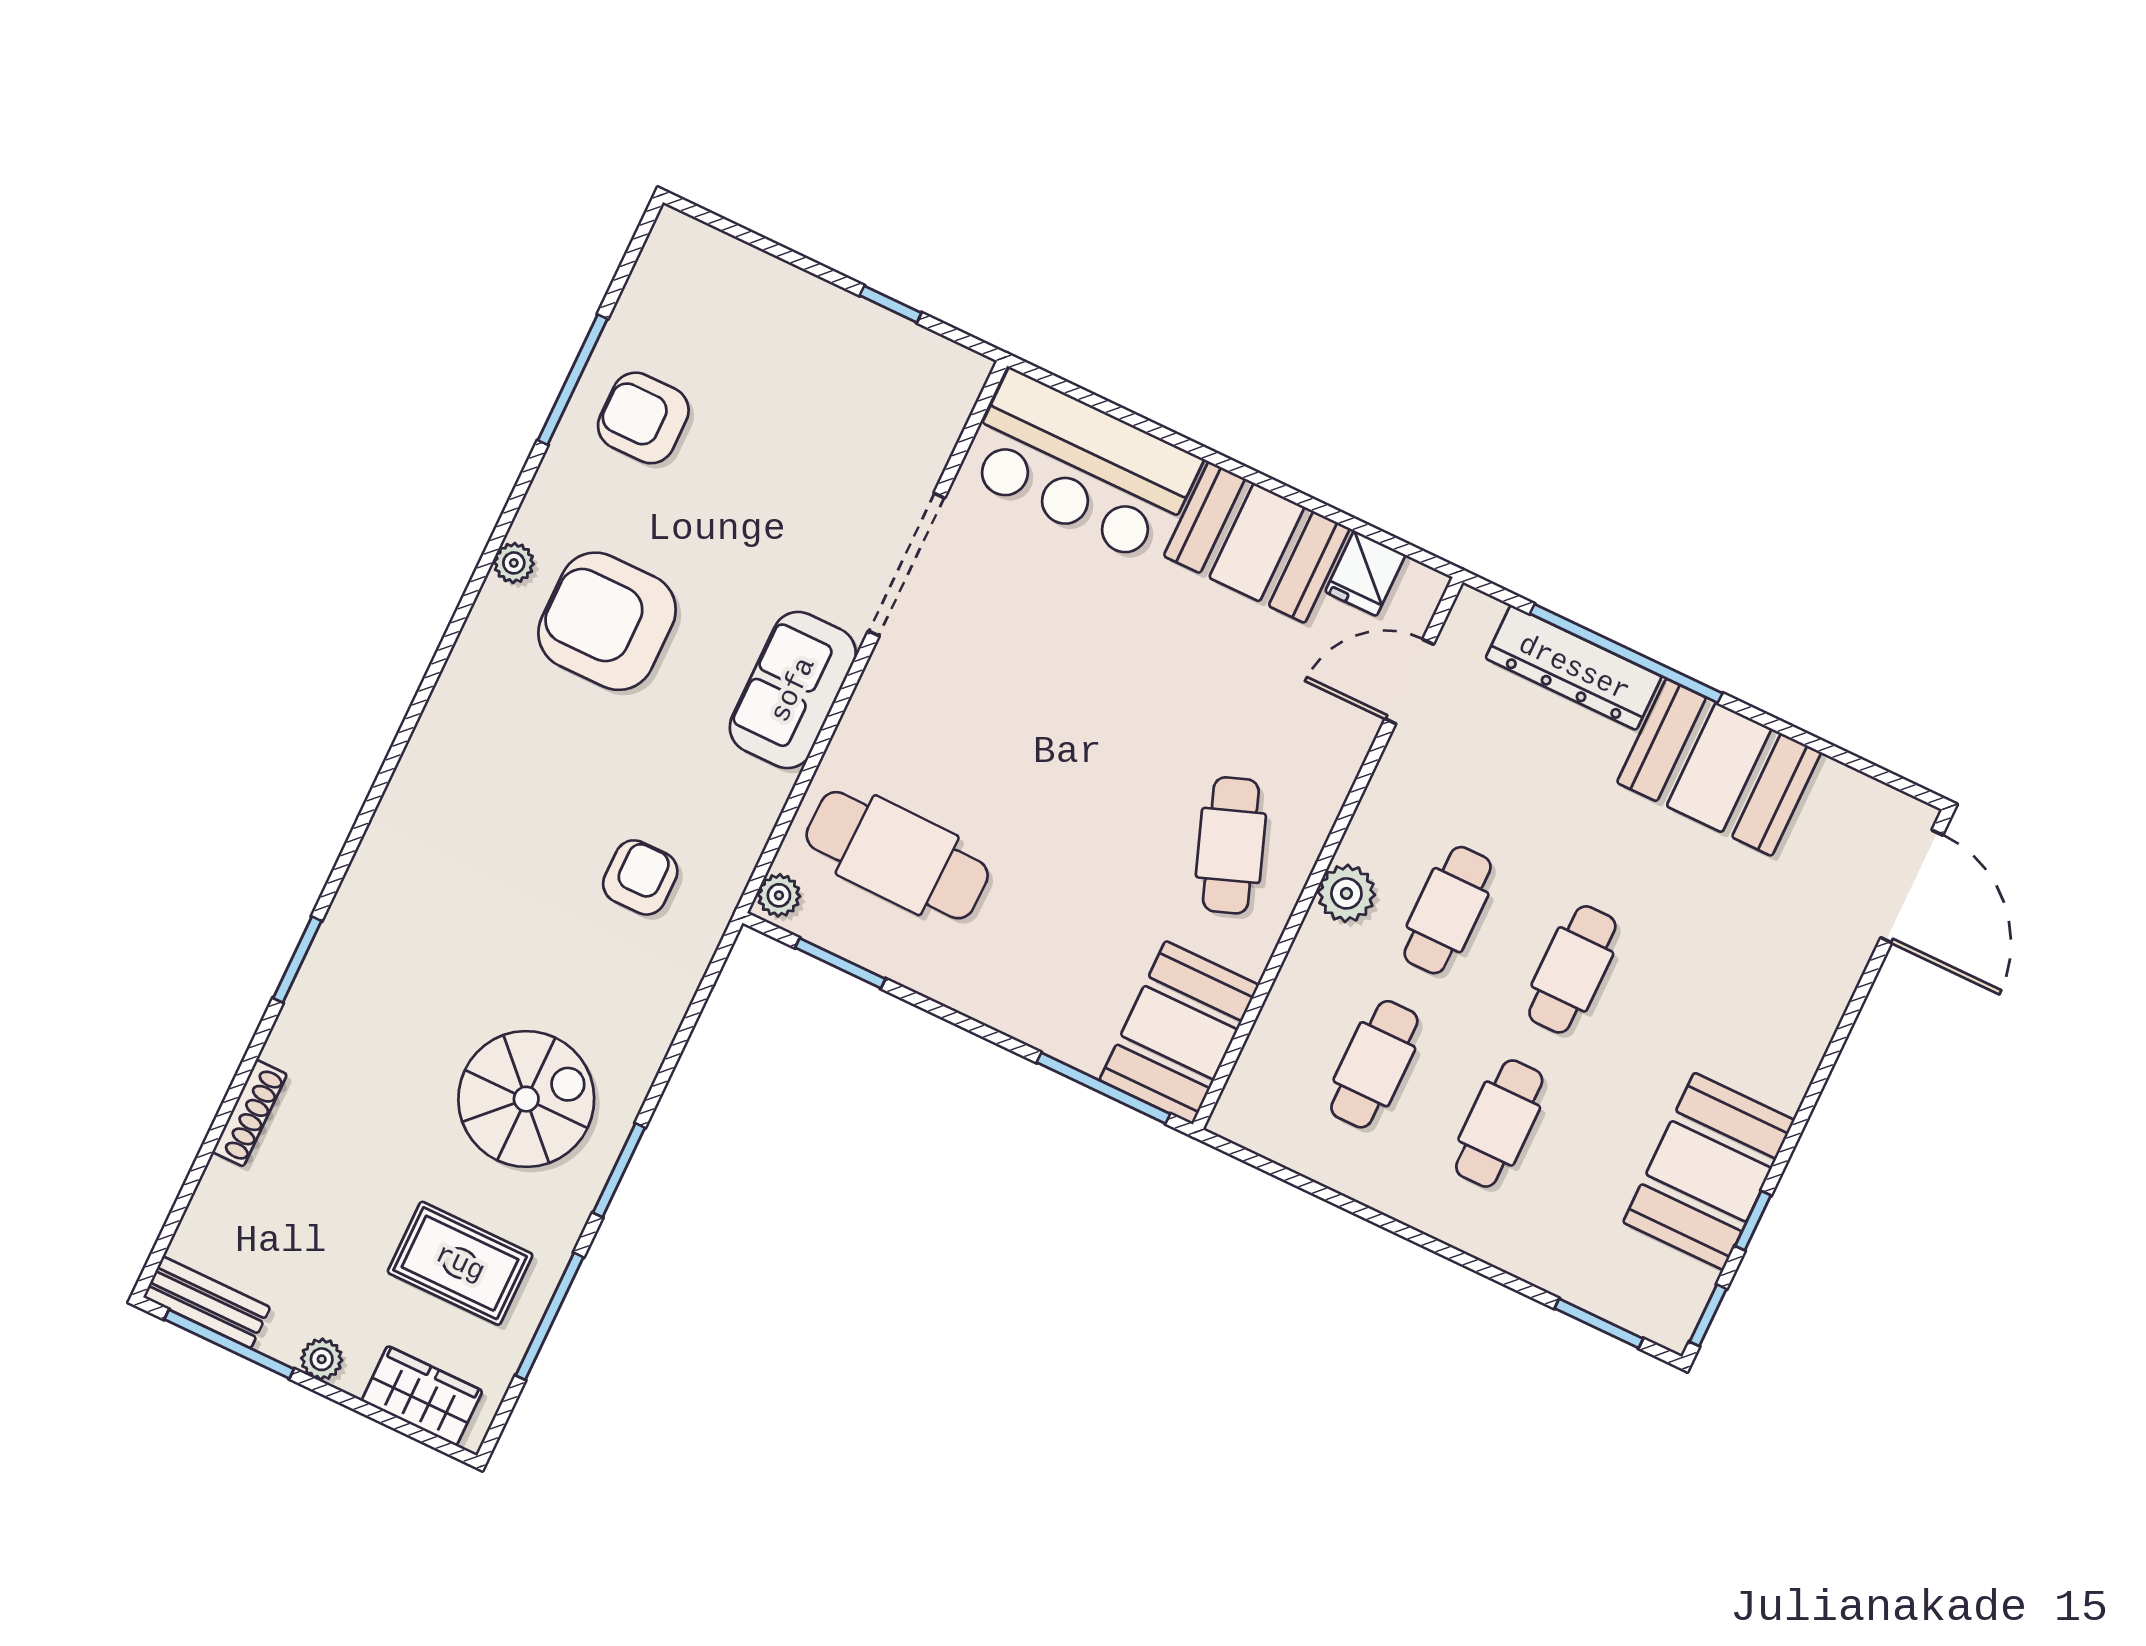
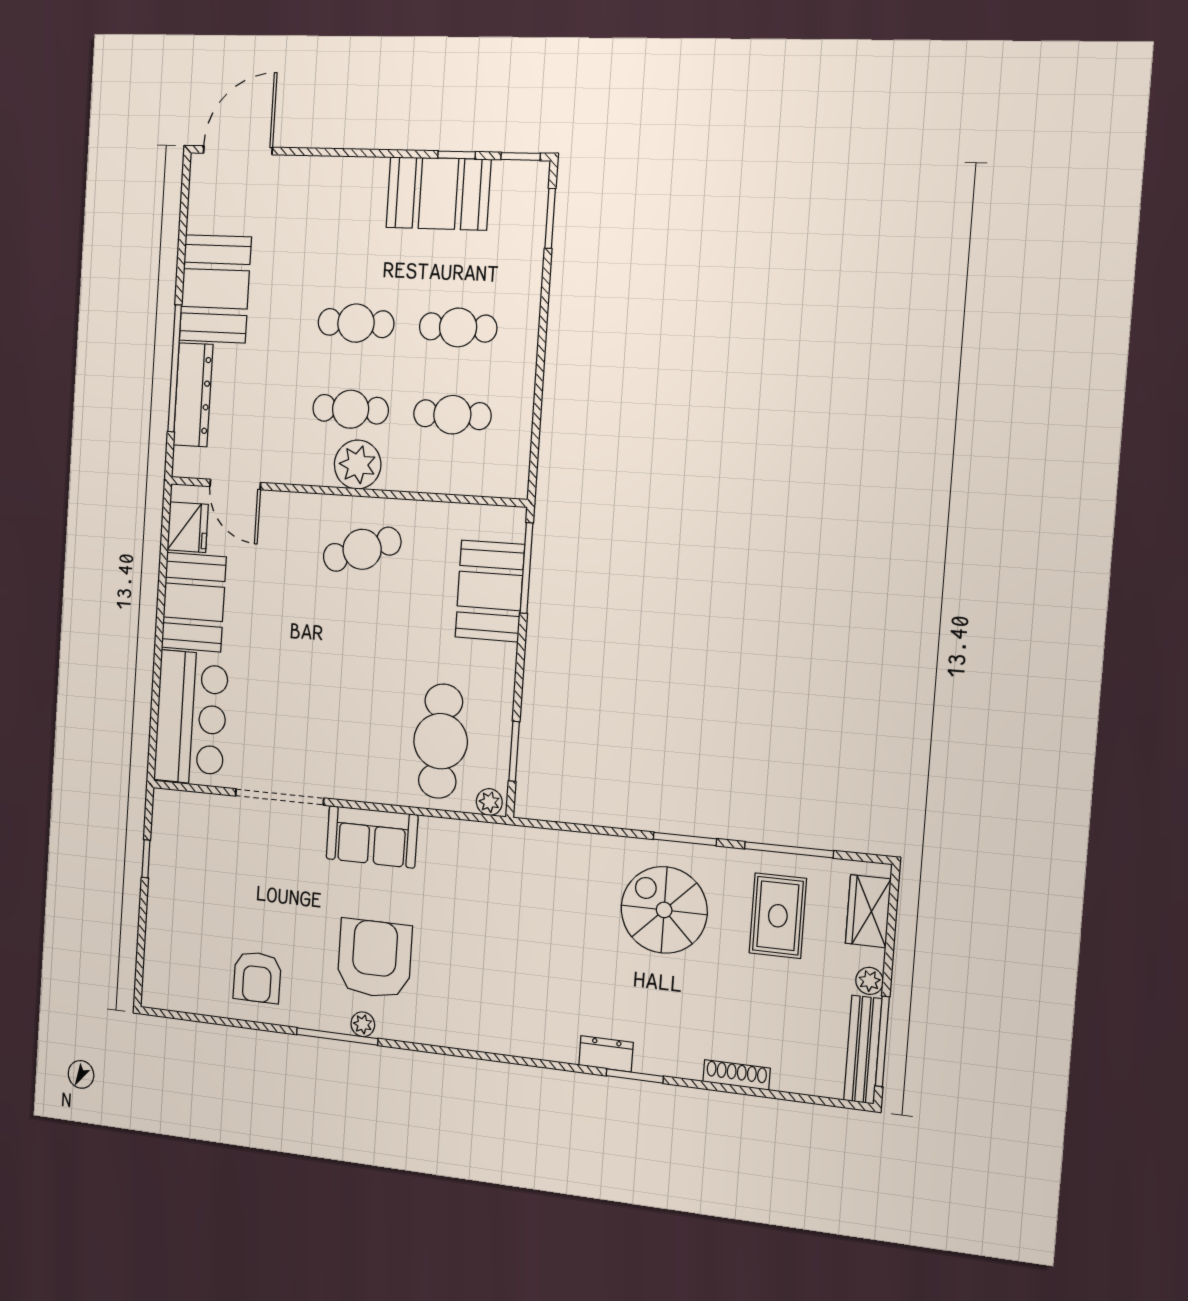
window: (573, 380) -> (337, 1036), moved
fridge: (1365, 573) -> (188, 527), width x1.38
armchair: (607, 621) -> (374, 959), turned 180
armchair: (640, 877) -> (510, 888), removed
plant: (1346, 893) -> (358, 465), width x1.36, depth x1.36
dresser: (344, 929) -> (606, 1054), added
booth: (1179, 1033) -> (490, 591), moved, turned 90
bench: (207, 1302) -> (863, 1050), width x1.36

